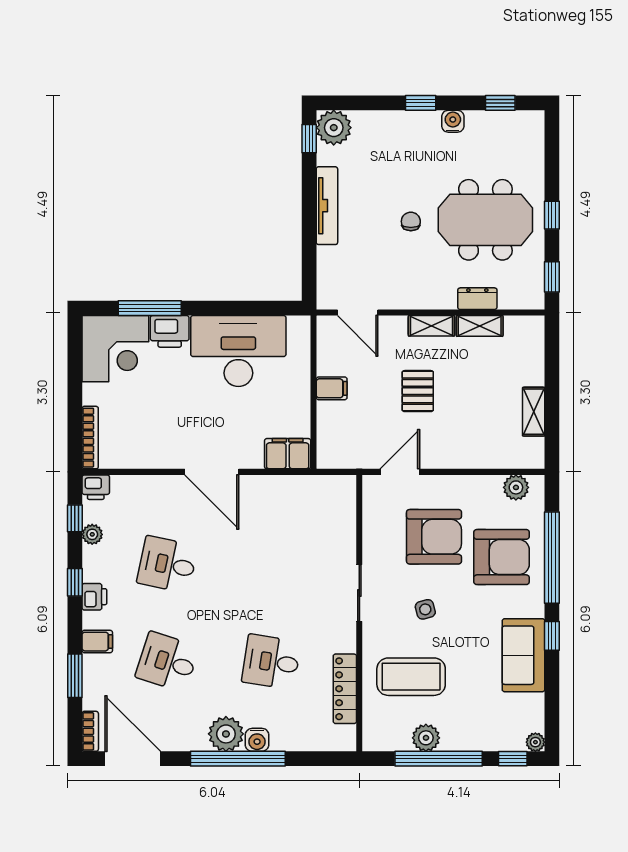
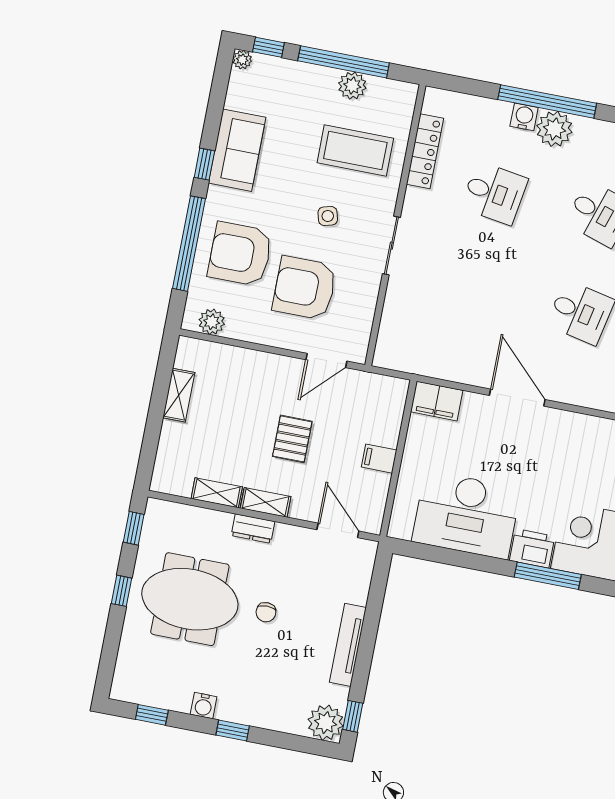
dresser: (477, 299) -> (253, 528), moved

